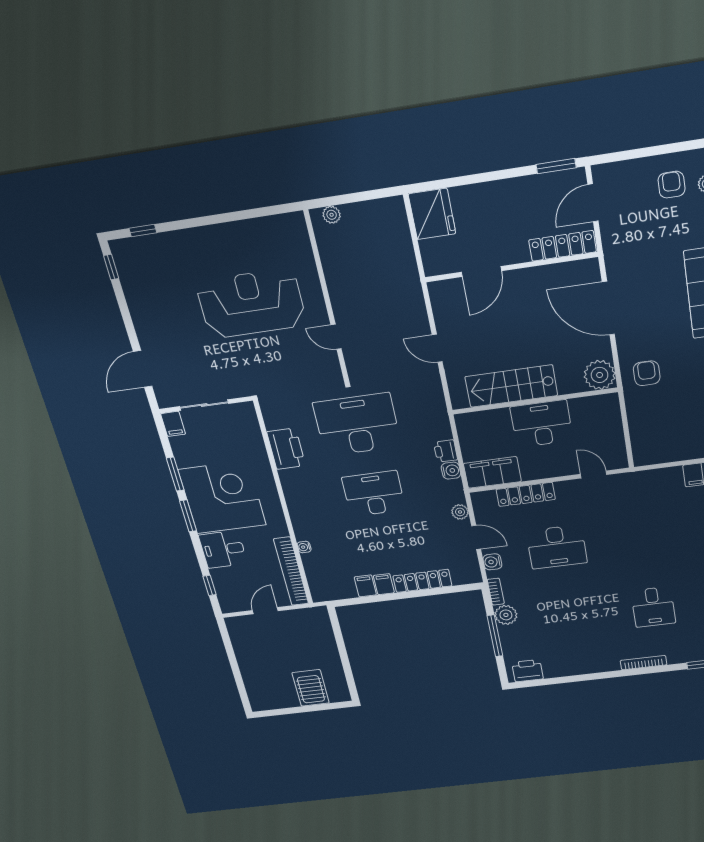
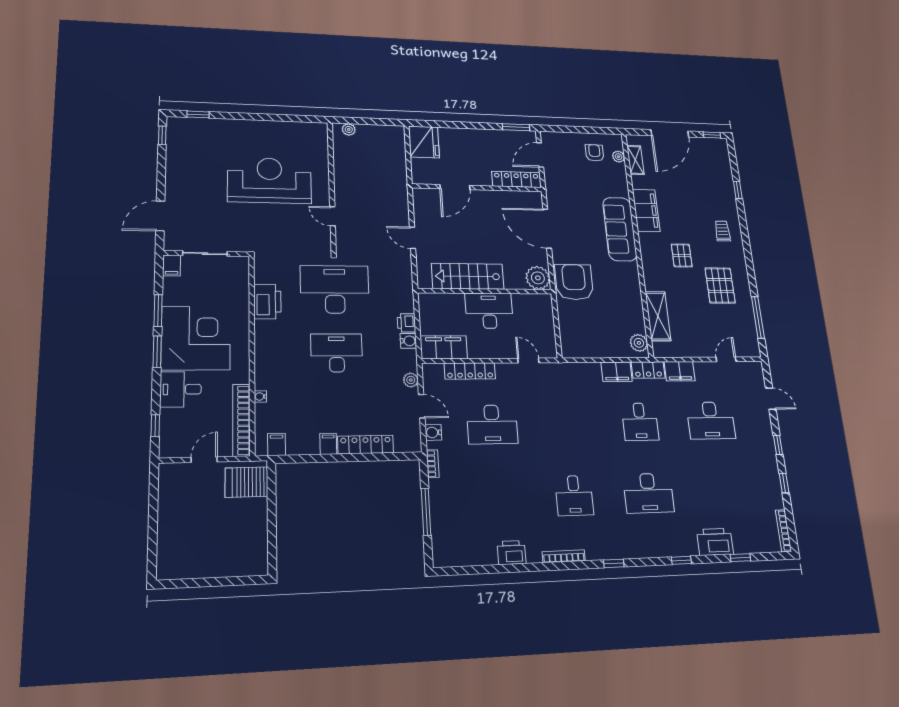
armchair: (647, 373) -> (574, 282), width x1.88, depth x1.88
filing cabinet: (365, 586) -> (277, 444), moved
plant: (506, 615) -> (439, 490), removed
printer: (528, 671) -> (512, 553), moved
server rack: (311, 688) -> (247, 482), moved, turned -90

